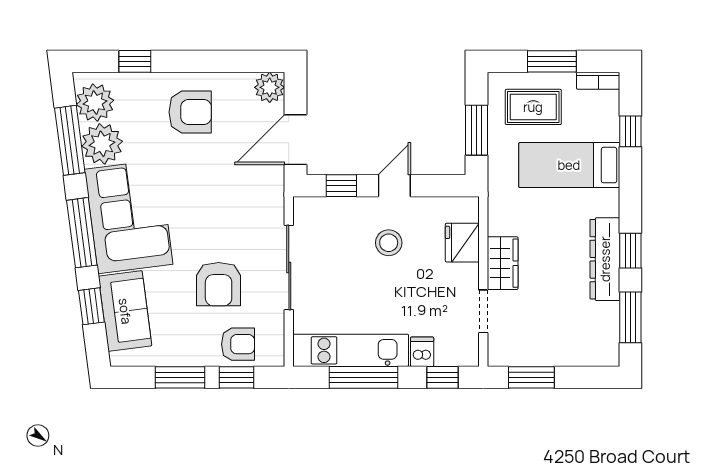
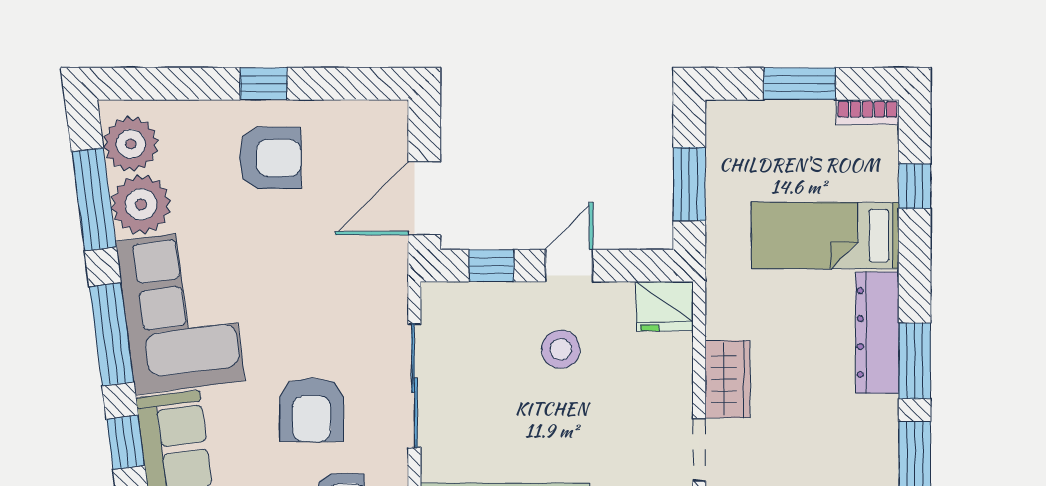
window: (135, 61) -> (263, 84), moved
plant: (270, 87) -> (386, 122), removed
rug: (533, 107) -> (773, 150), removed
fridge: (462, 243) -> (665, 306), moved, turned -90
window: (630, 251) -> (915, 361), width x1.50
dresser: (605, 259) -> (877, 333), moved

